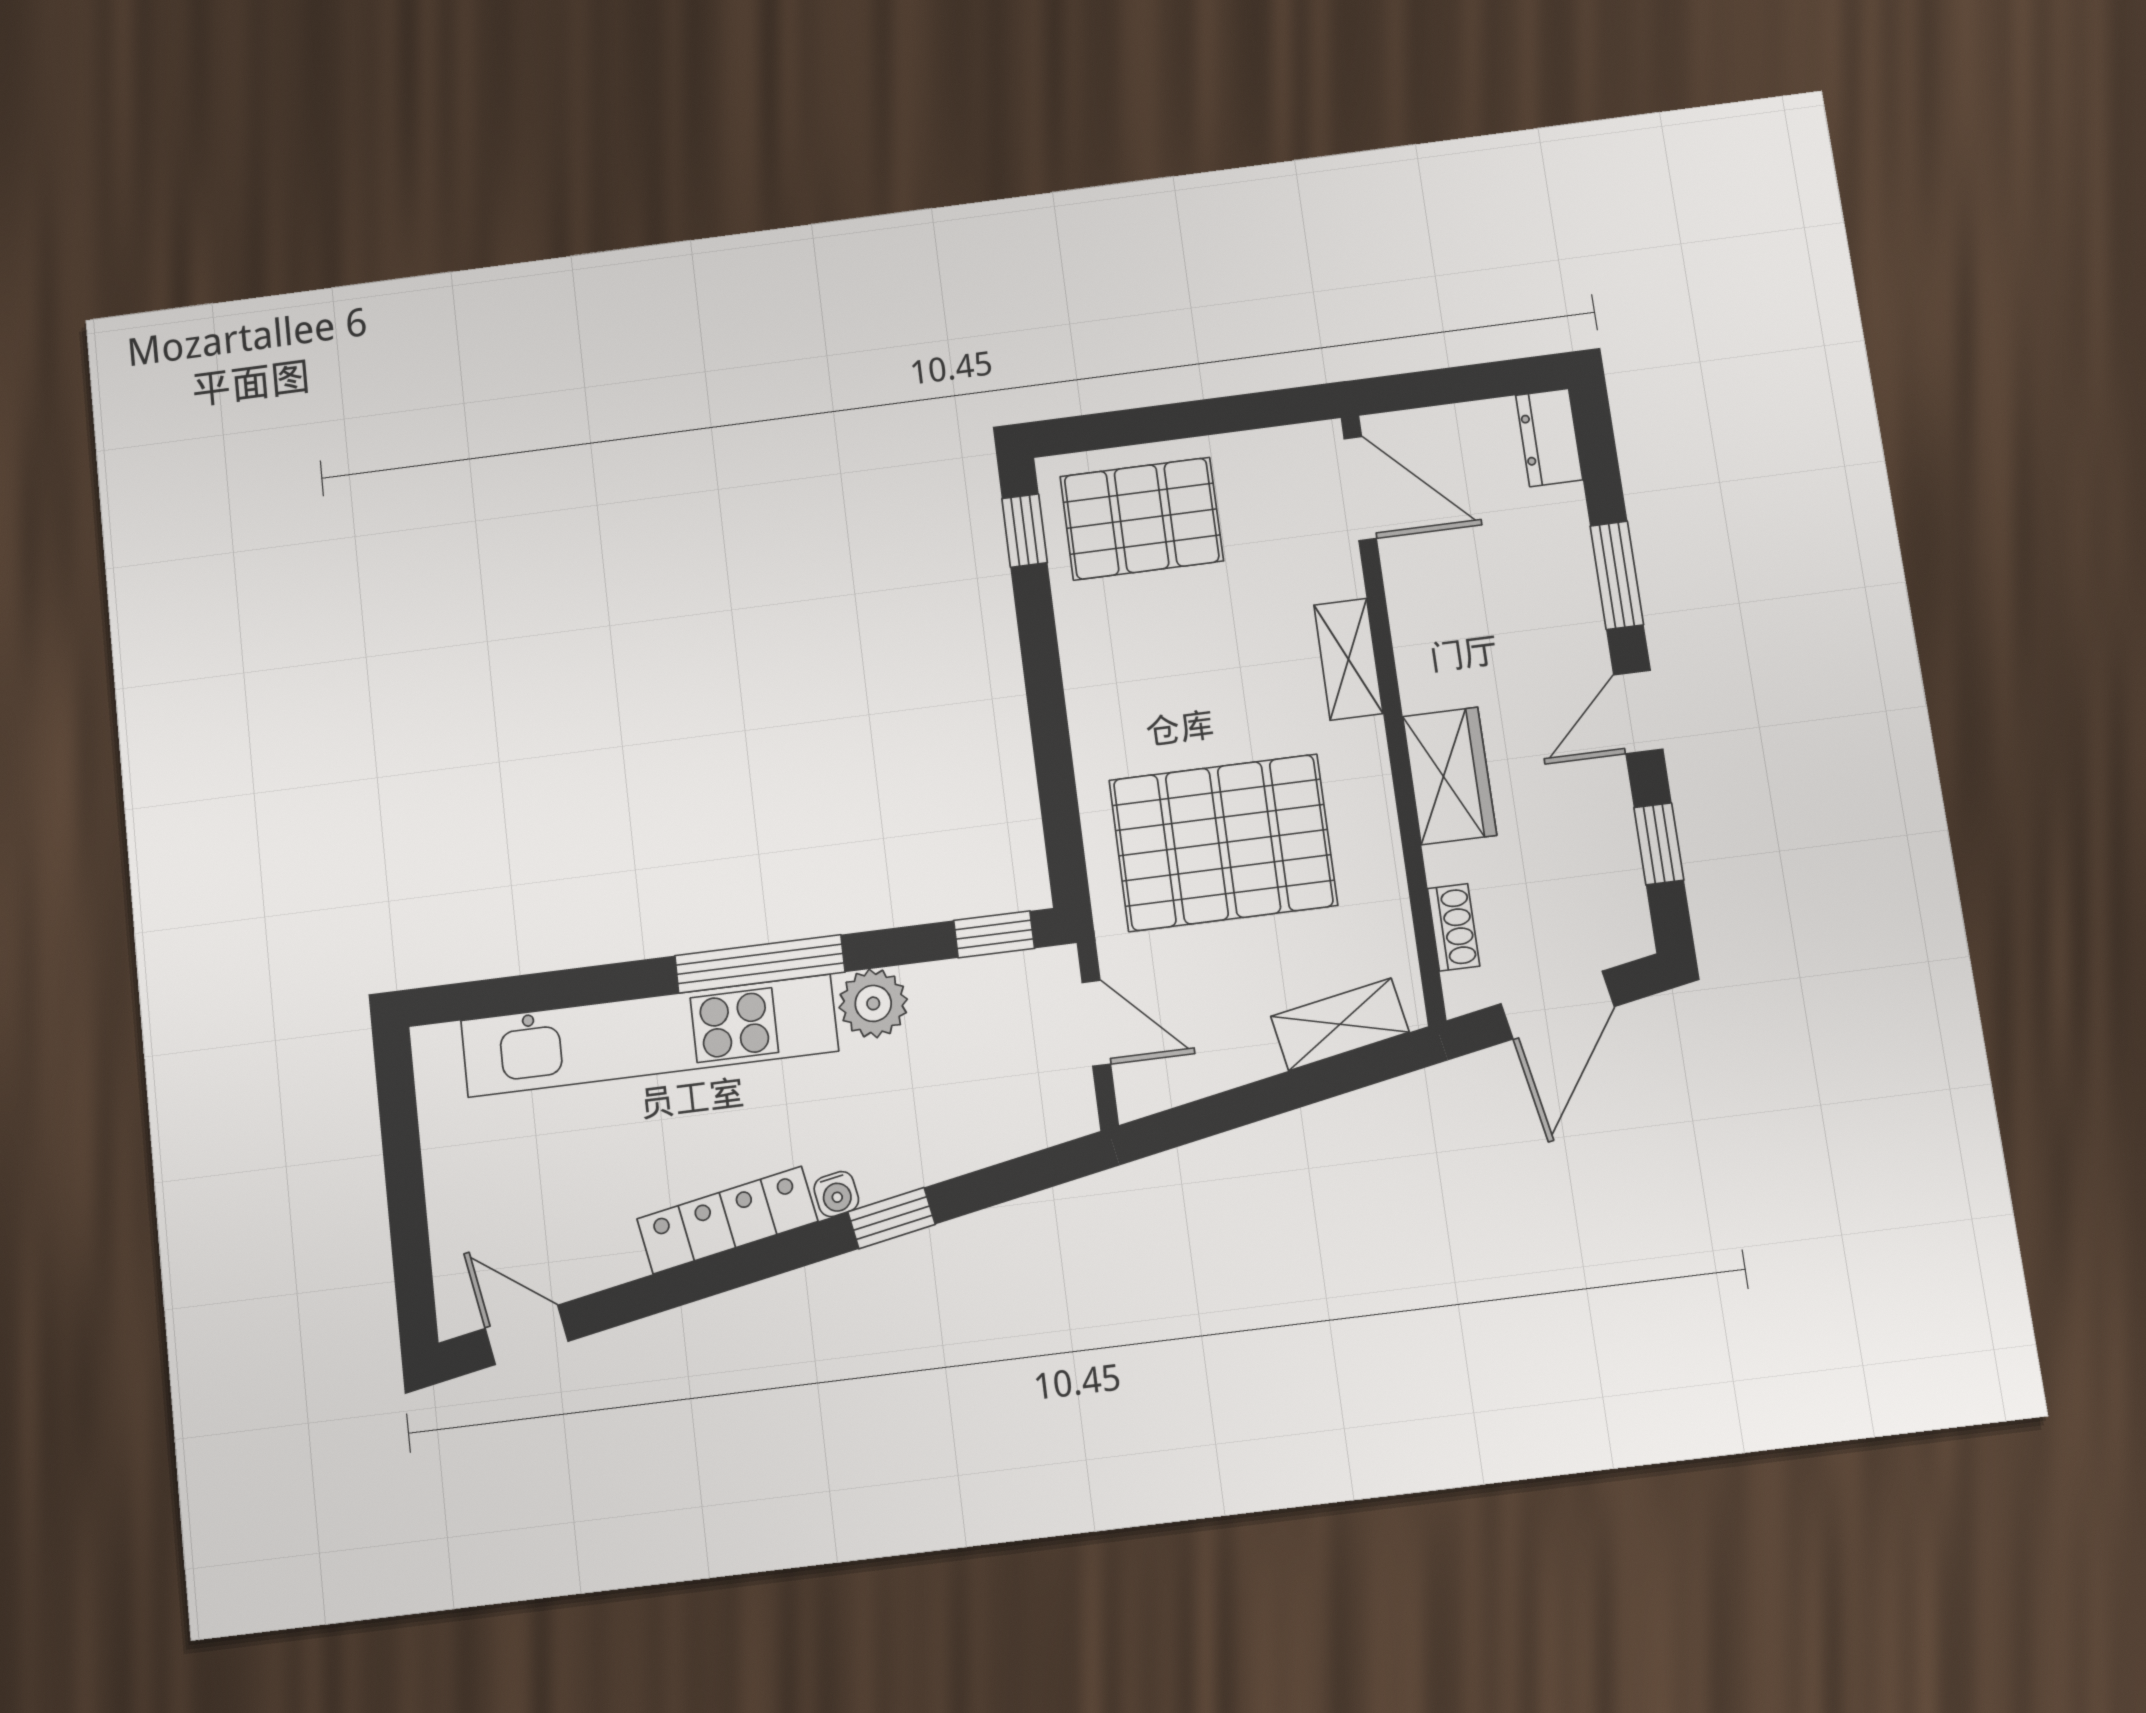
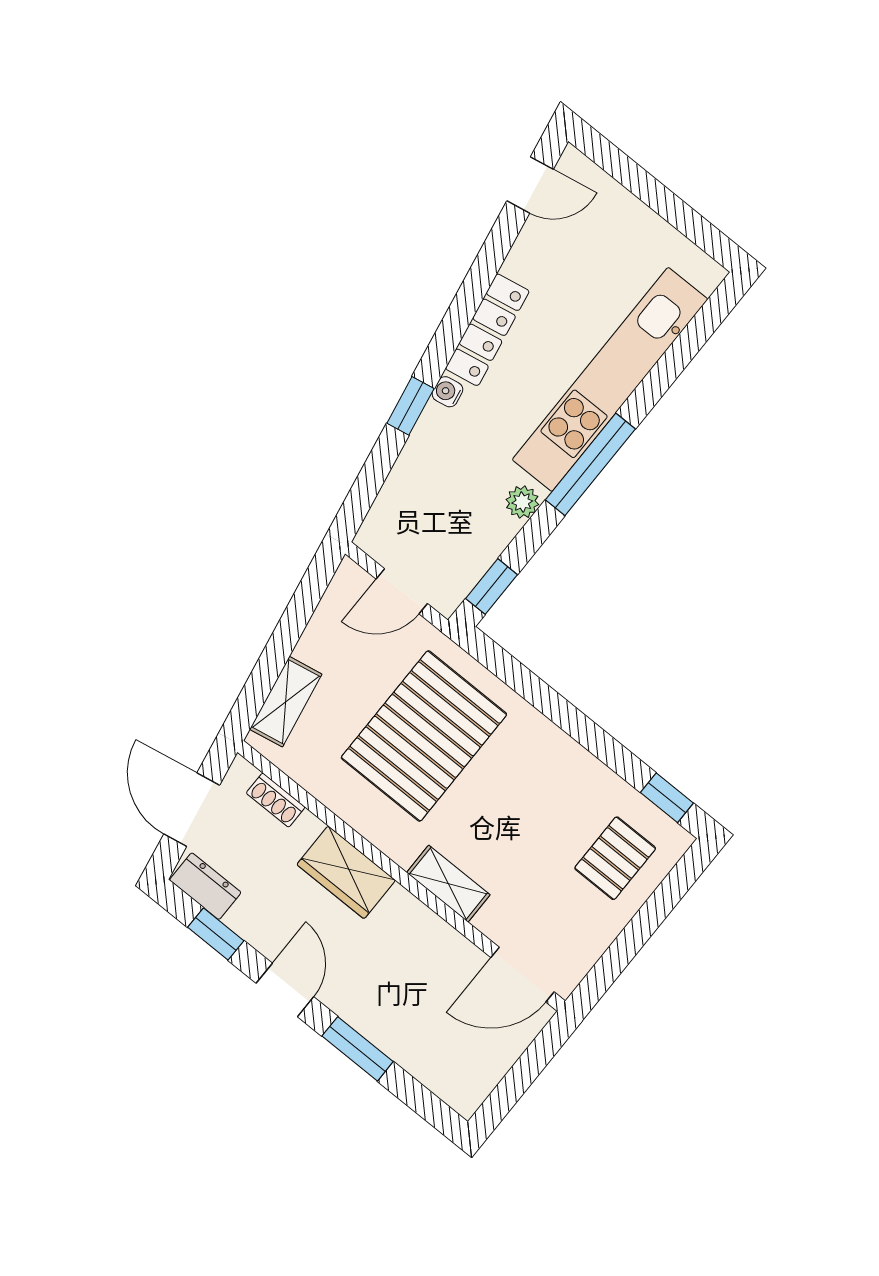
dresser: (1549, 437) -> (205, 886), moved
pallet: (1142, 519) -> (615, 858), width x0.67, depth x0.71
plant: (873, 1003) -> (522, 502), width x0.73, depth x0.73

